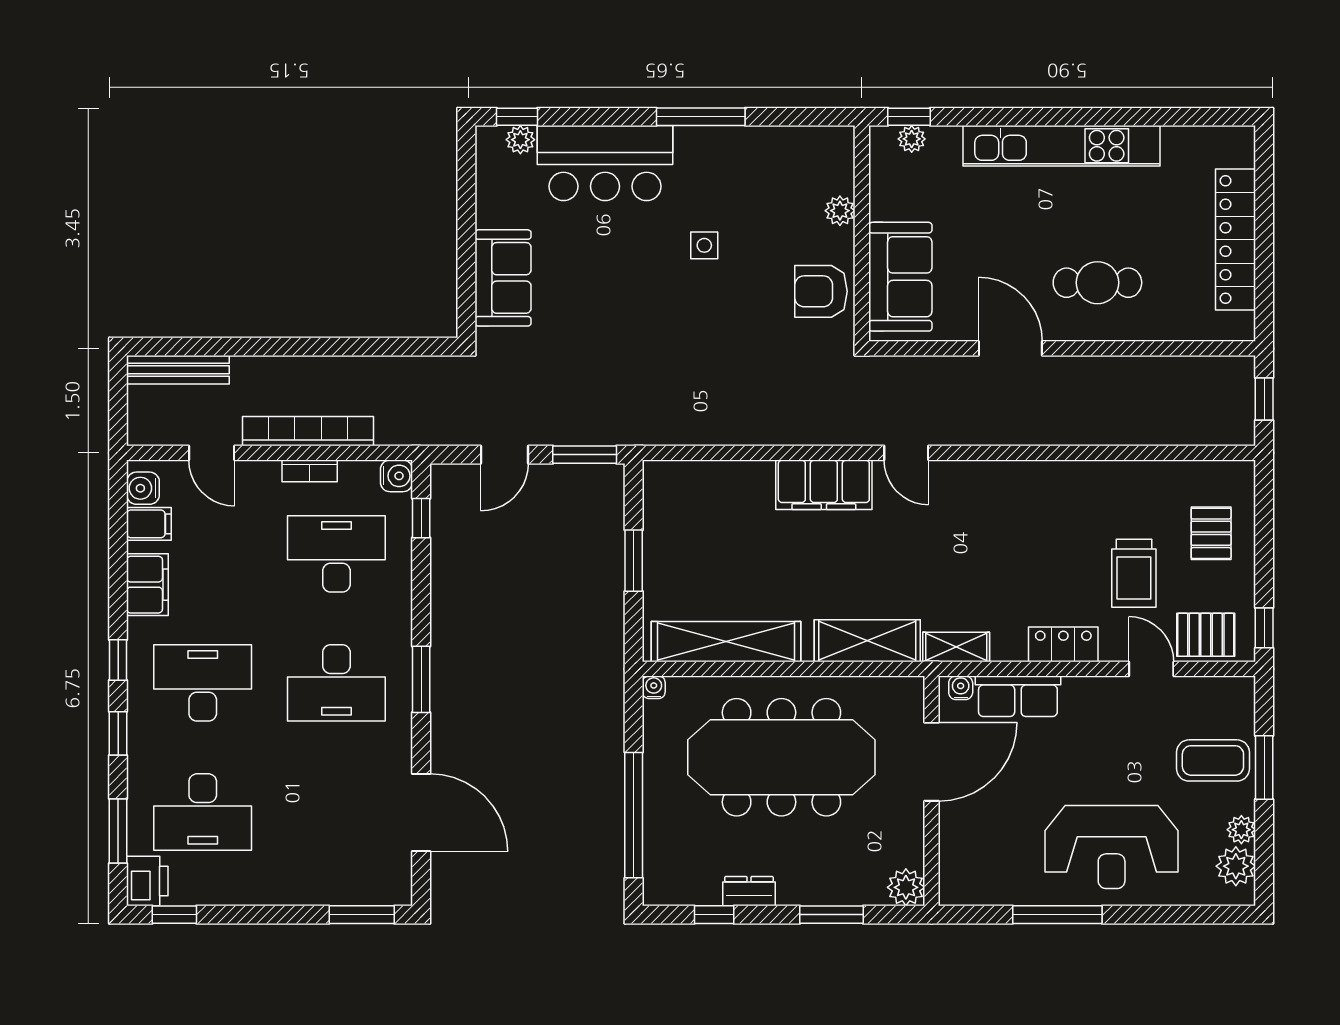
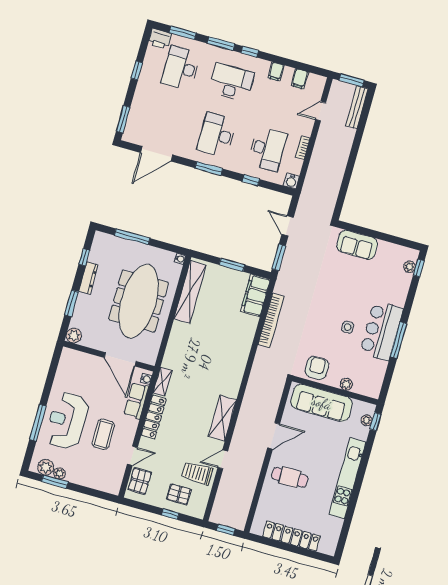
bar counter: (605, 163) -> (382, 331), moved
sofa: (900, 277) -> (322, 403), width x1.36
cafe table: (1097, 283) -> (290, 477), turned 90
window: (118, 400) -> (352, 80), added
bookcase: (308, 431) -> (271, 320), moved
door: (906, 453) -> (223, 459), moved
filing cabinet: (824, 485) -> (255, 295), moved
water cooler: (143, 488) -> (314, 80), removed
window: (421, 518) -> (251, 180), moved
trolley: (1134, 573) -> (197, 473), moved
filing cabinet: (147, 585) -> (276, 72), width x0.50
window: (1264, 628) -> (170, 514), moved
shelving: (867, 641) -> (222, 418), moved
locker: (1063, 644) -> (154, 417), width x1.53
desk: (203, 683) -> (231, 82), turned -90
window: (118, 733) -> (221, 44), width x1.50
coffee table: (1213, 760) -> (103, 434), moved
window: (1264, 768) -> (55, 482), moved
window: (634, 815) -> (132, 237), width x0.68
dresser: (749, 891) -> (88, 278), width x1.44
window: (174, 915) -> (137, 70), moved
window: (1057, 915) -> (38, 423), moved

